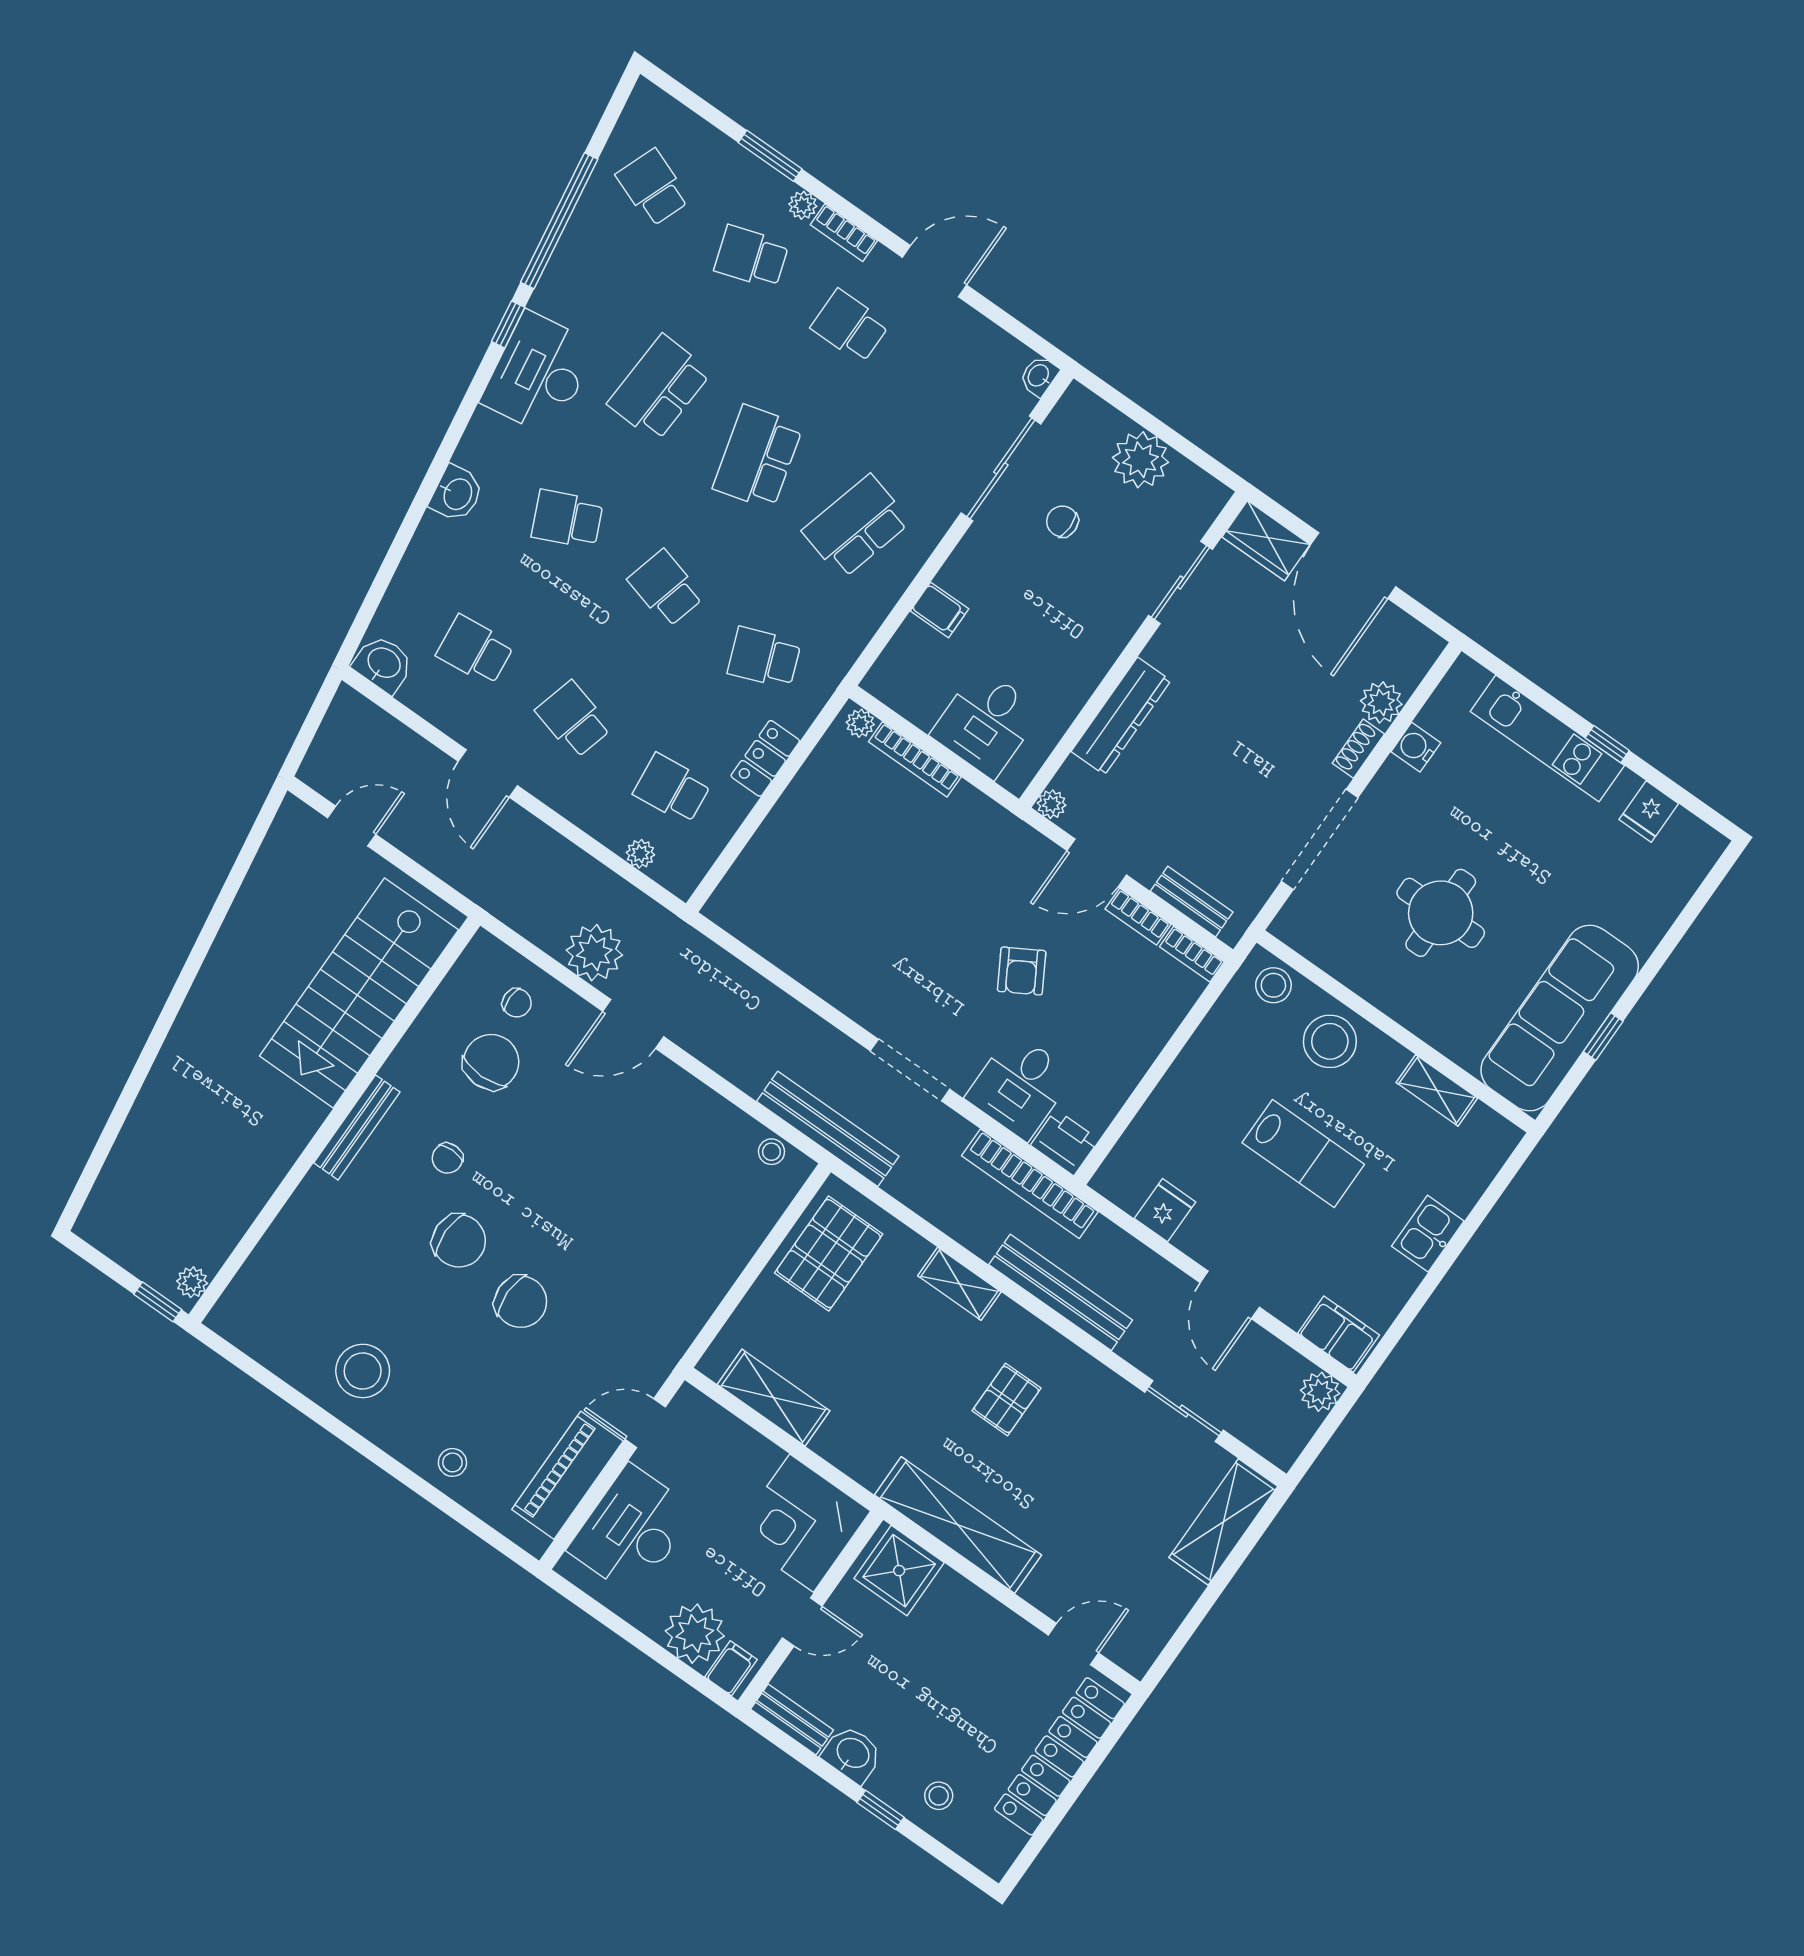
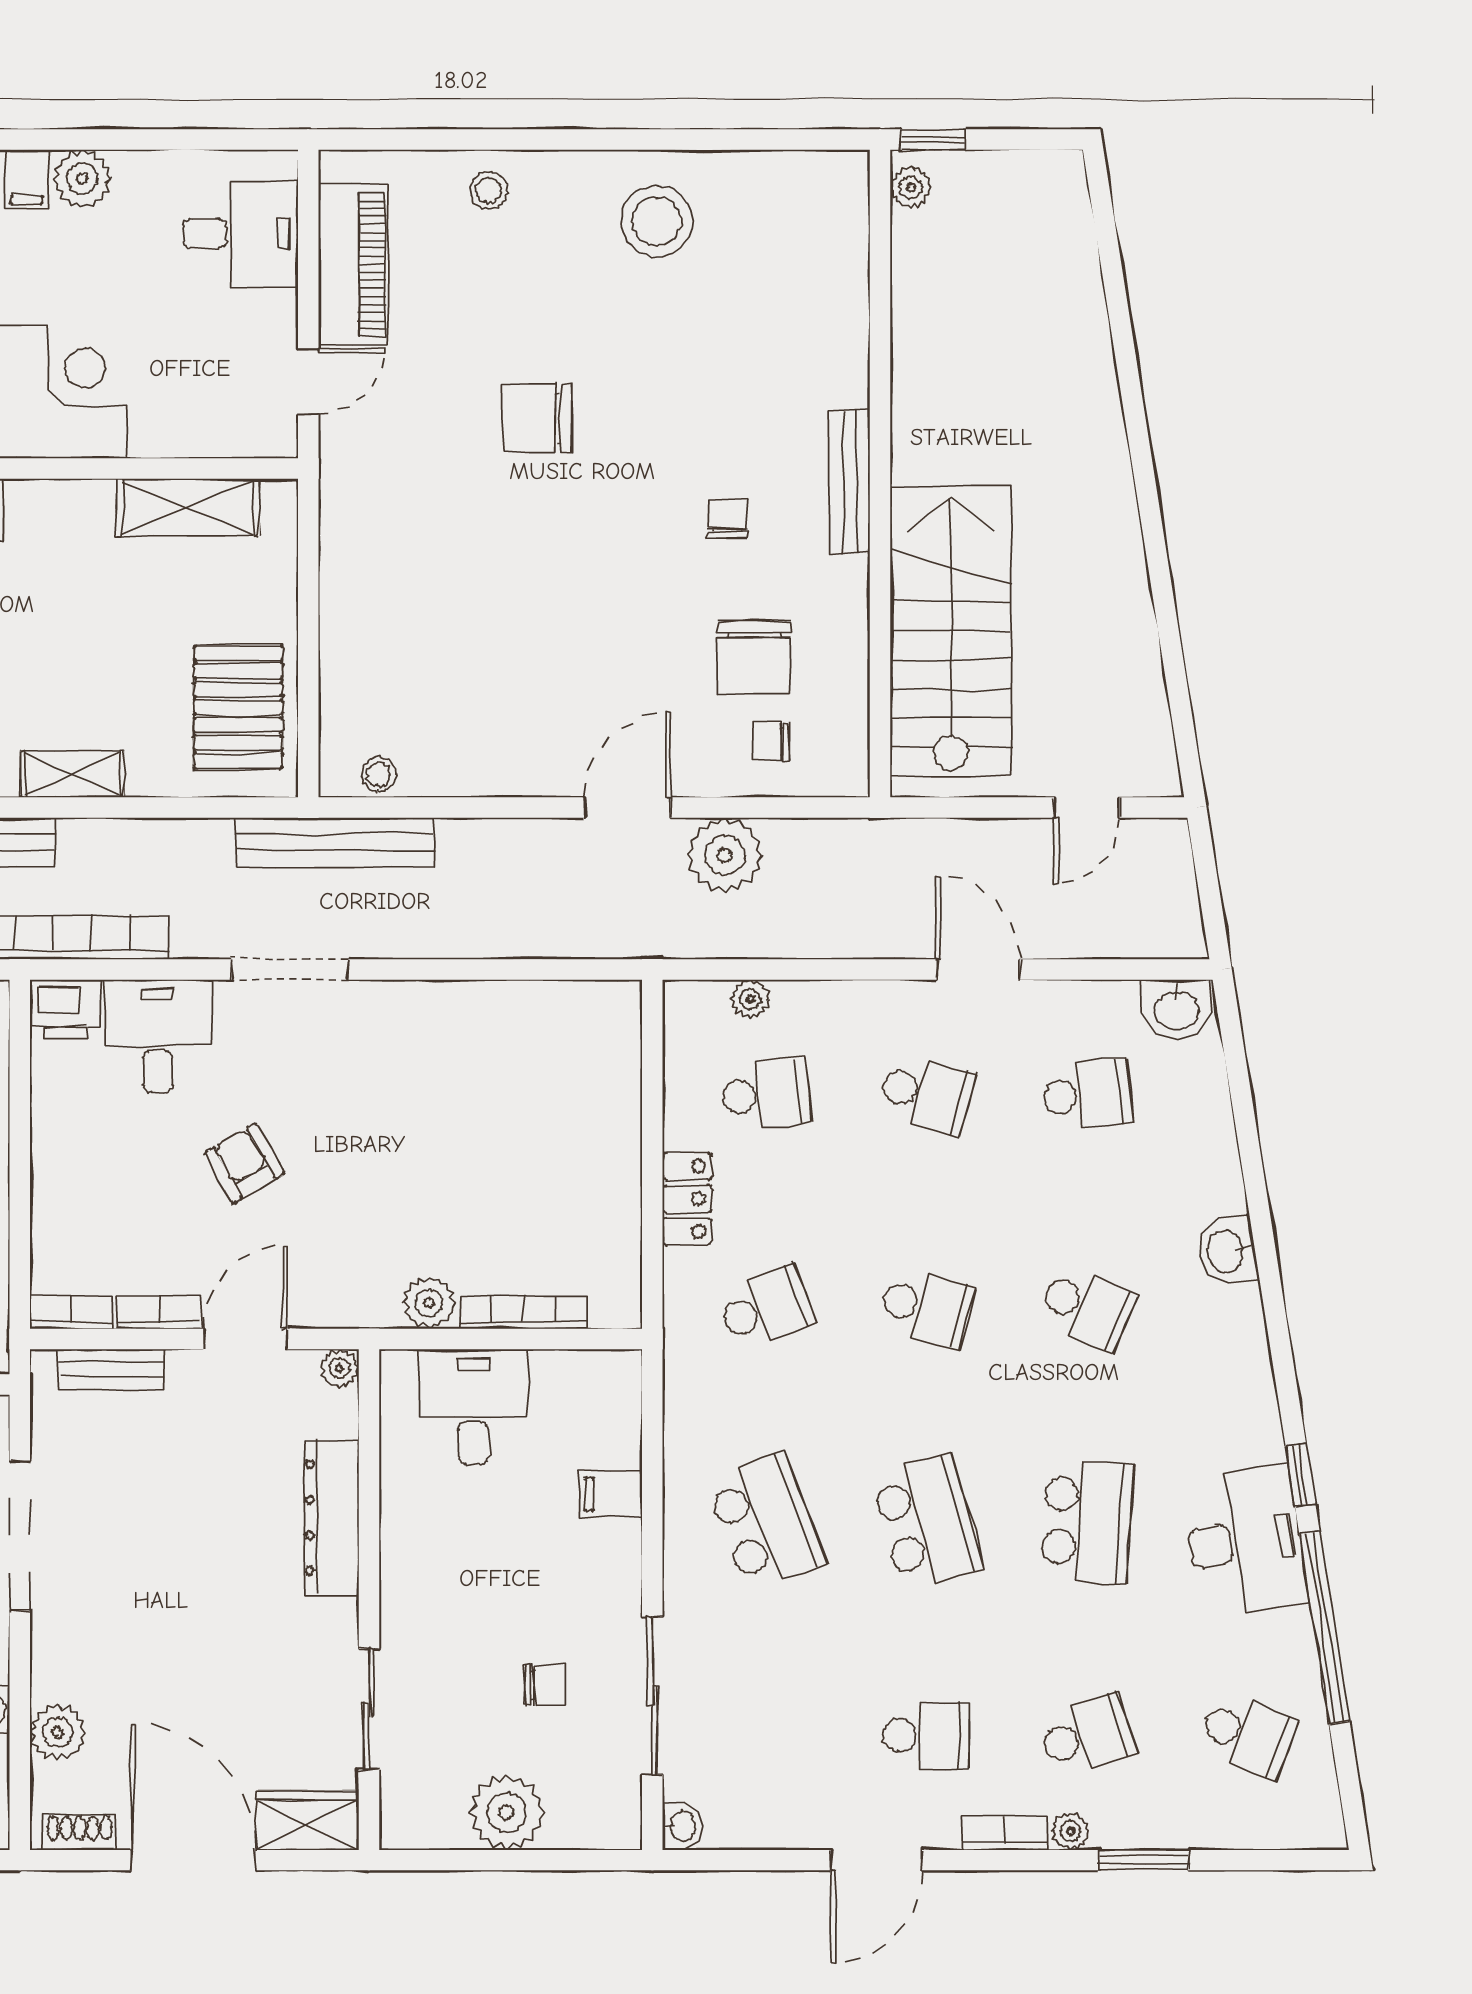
desk: (539, 374) -> (1245, 1541), moved
school desk: (567, 519) -> (1087, 1308), turned 48
school desk: (856, 526) -> (766, 1522), turned -36
plant: (860, 723) -> (429, 1303), moved, width x1.38, depth x1.38
shoe rack: (1358, 749) -> (80, 1832), moved, turned -90
chair: (459, 1241) -> (651, 437), removed
desk: (632, 1530) -> (241, 234), width x0.73
plant: (695, 1634) -> (82, 179), width x0.73, depth x0.73

